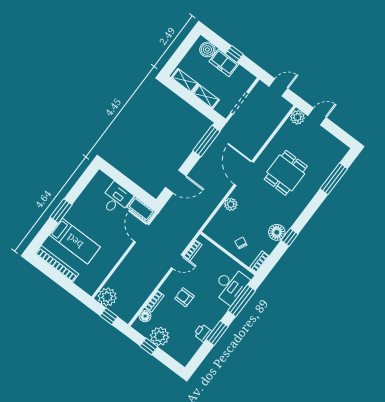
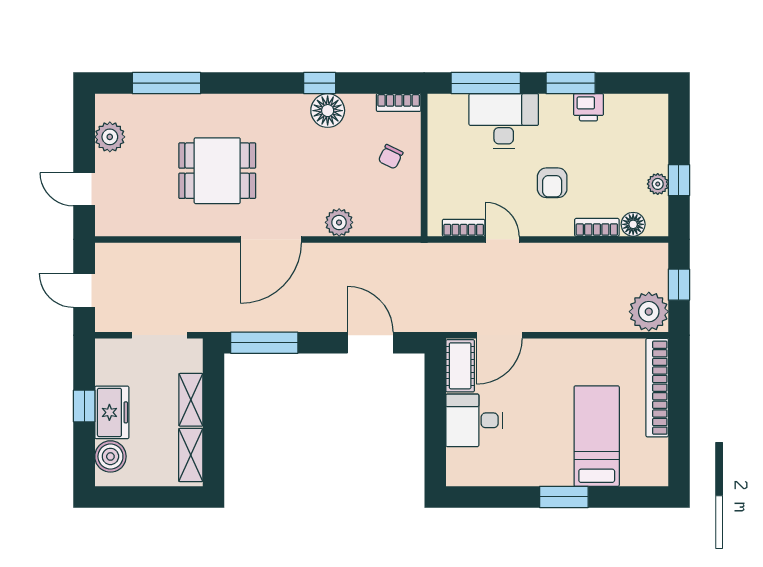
plant: (297, 117) -> (110, 137), moved
bookcase: (57, 264) -> (657, 388), moved
desk: (230, 285) -> (504, 121), moved
plant: (160, 336) -> (658, 184), width x0.53, depth x0.53

